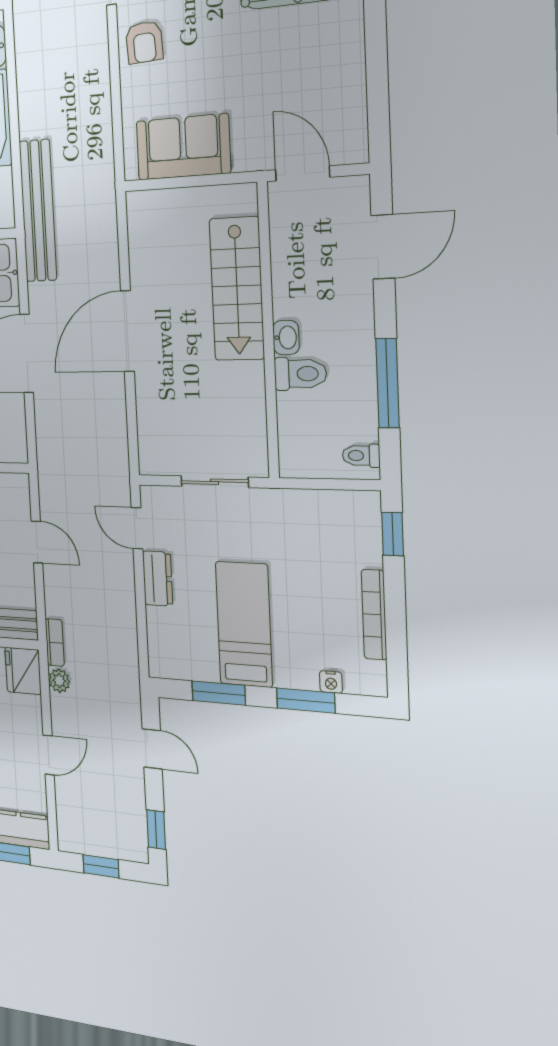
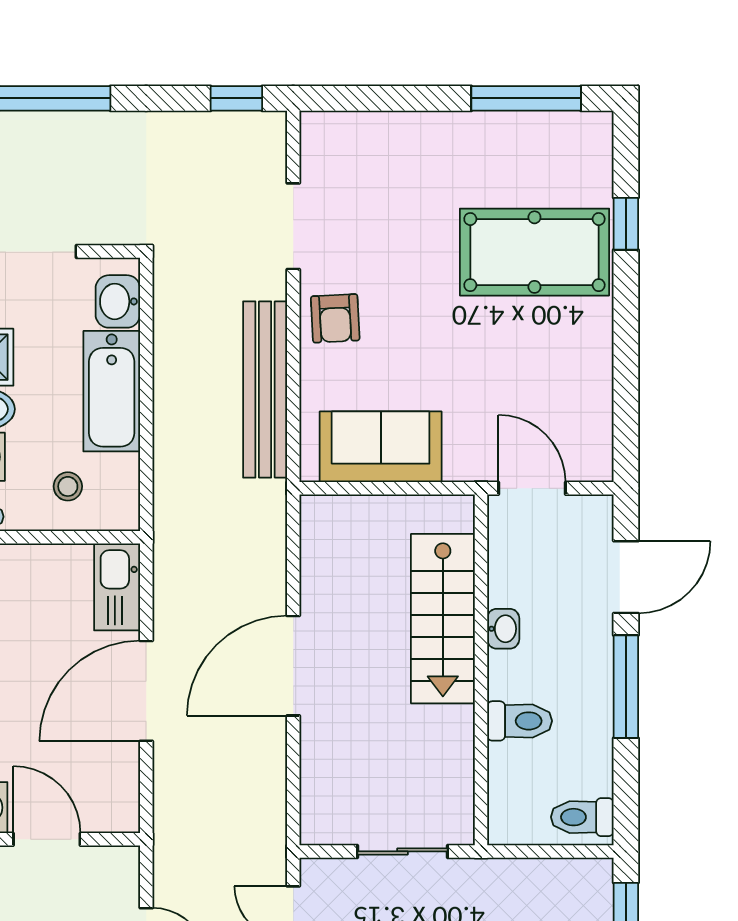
bench: (38, 211) -> (265, 390), moved
washbasin: (286, 338) -> (503, 629), moved
window: (387, 383) -> (626, 687), moved
toilet: (361, 456) -> (582, 817), width x1.37, depth x1.39

